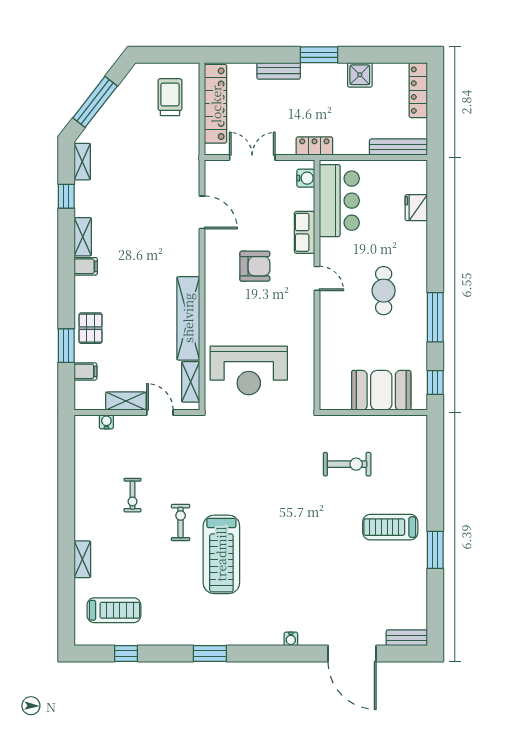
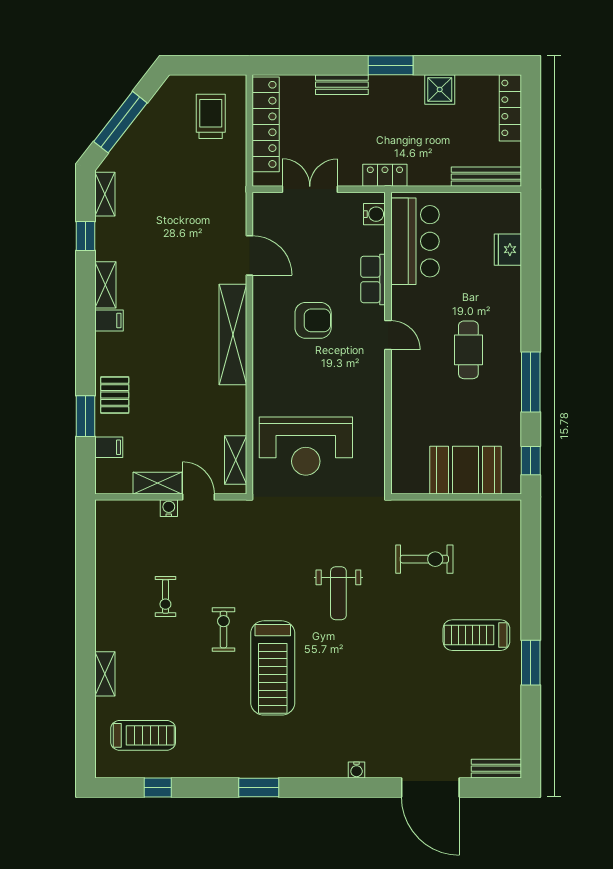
shelving: (188, 318) -> (233, 335), moved
water cooler: (106, 422) -> (169, 508), moved
weight bench: (276, 492) -> (338, 593), added

